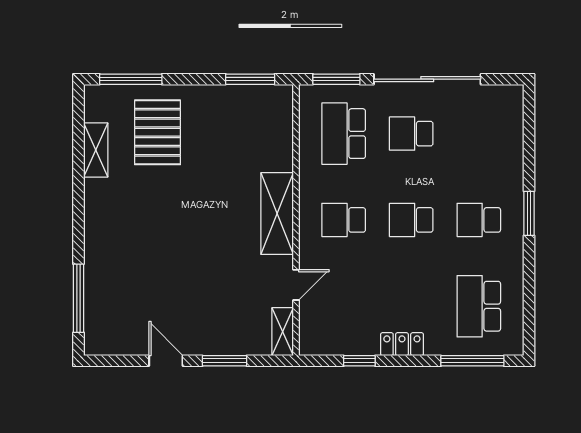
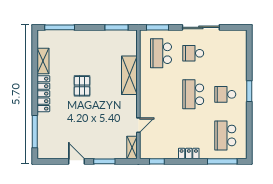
sliding door: (427, 79) -> (201, 27), width x0.73
pallet: (157, 132) -> (82, 86), moved, width x0.67, depth x0.71
shelving: (277, 214) -> (129, 75), moved
locker: (97, 218) -> (43, 94), added
school desk: (344, 220) -> (161, 94), removed
school desk: (411, 220) -> (193, 94), width x1.85
window: (359, 361) -> (157, 161), moved

